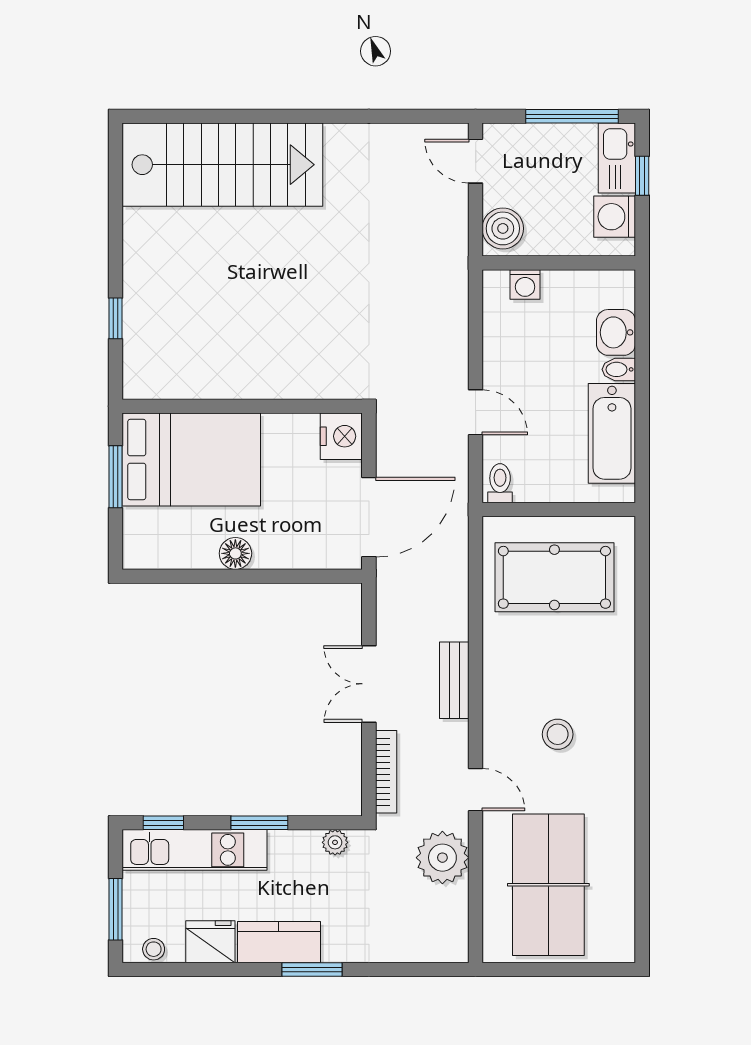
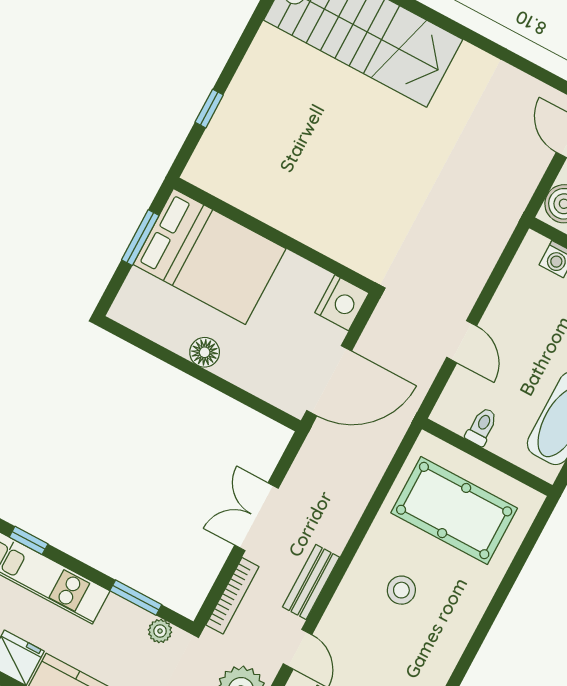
toilet: (500, 483) -> (482, 427), moved
bench: (454, 680) -> (311, 582), moved
stool: (558, 734) -> (401, 590), moved
window: (259, 823) -> (136, 598), moved

